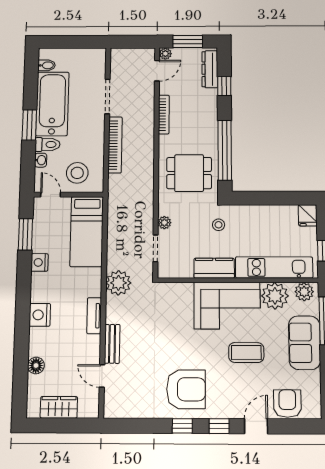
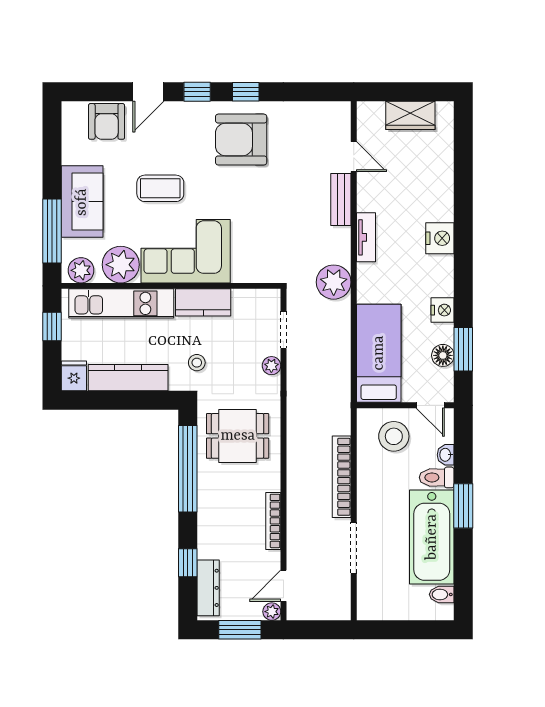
kitchen counter: (268, 214) -> (128, 378), added
floor lamp: (36, 366) -> (443, 355), moved

